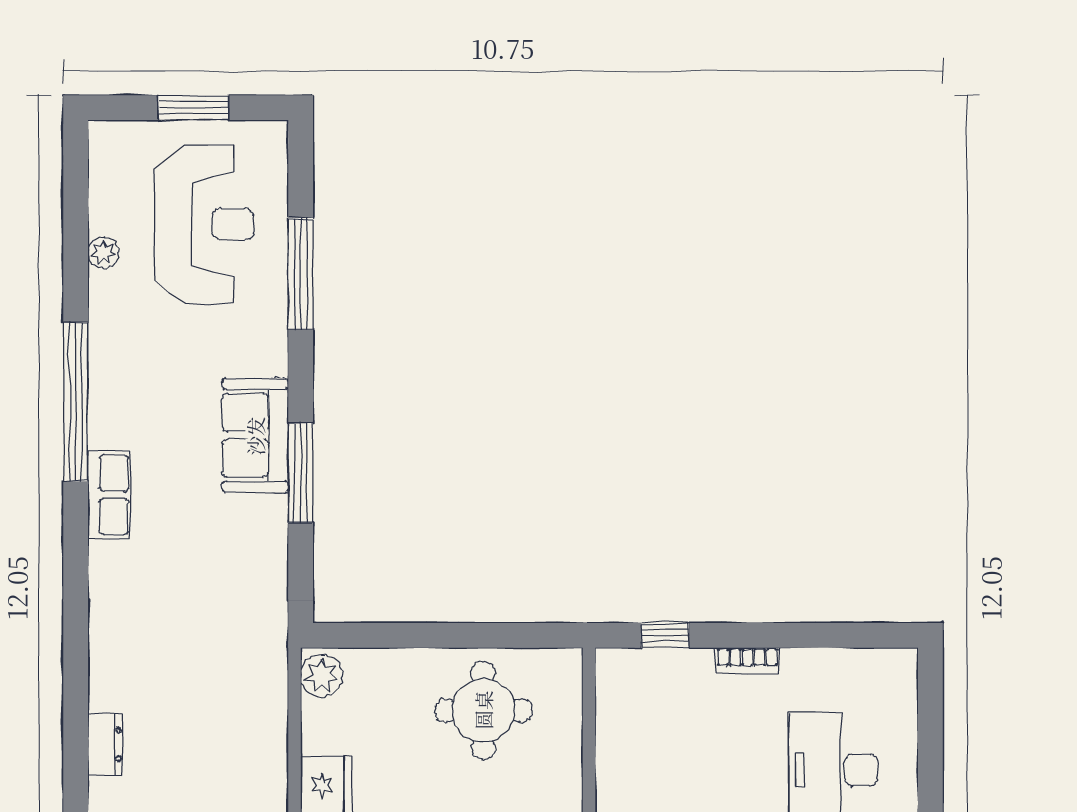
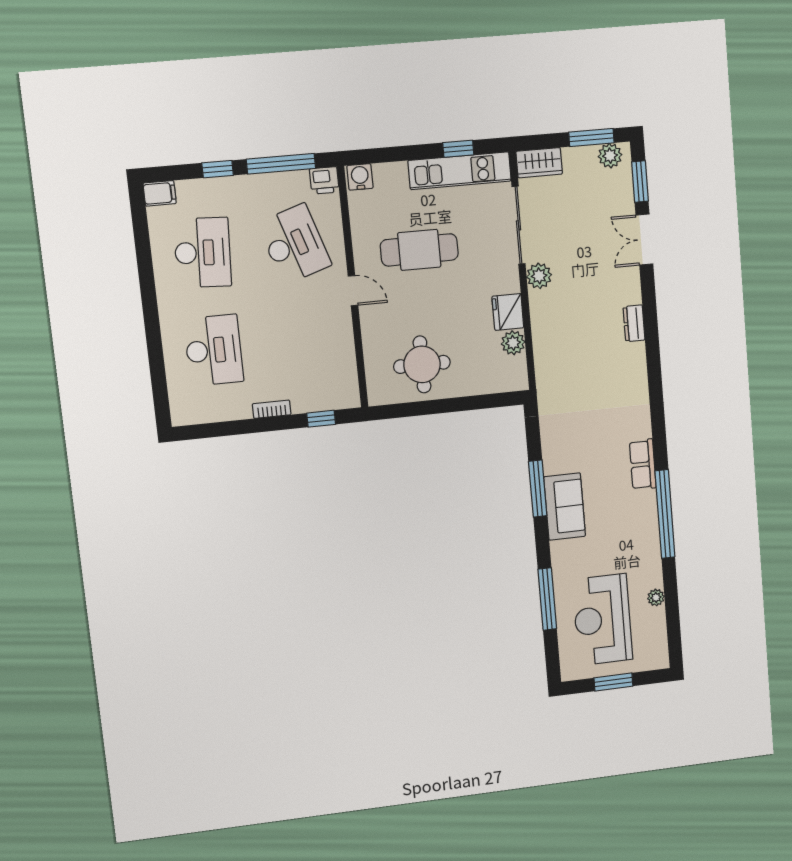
plant: (322, 676) -> (513, 343), moved

